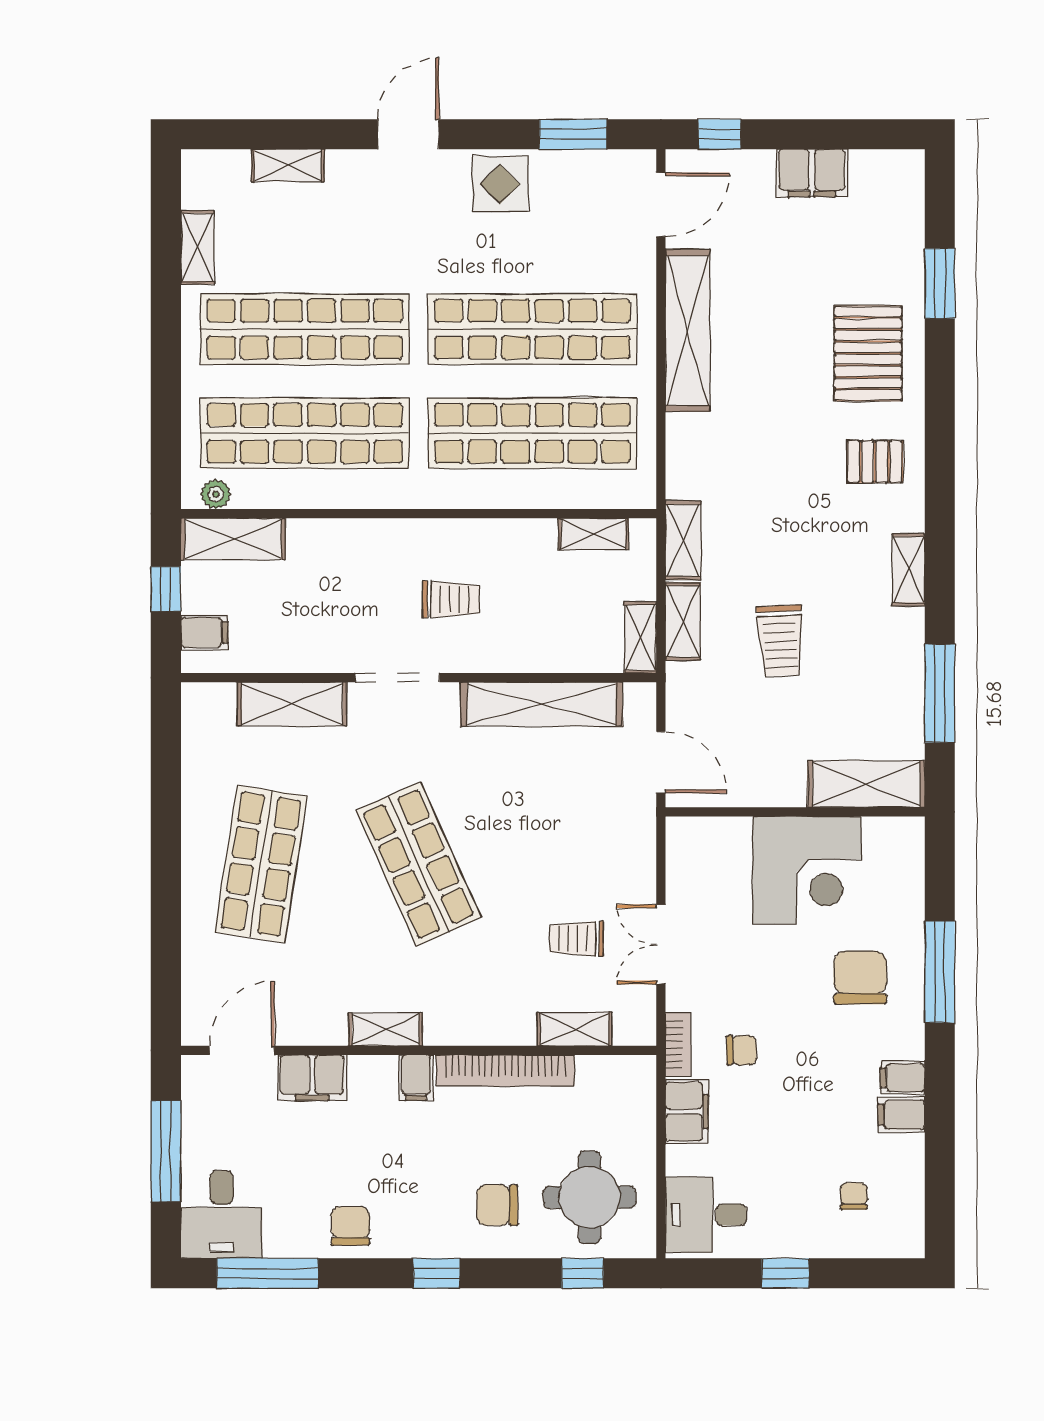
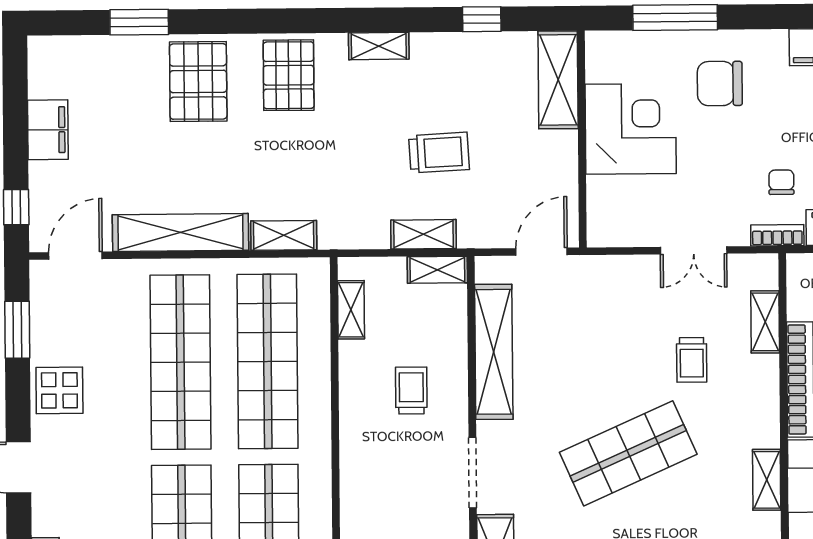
door: (661, 205) -> (75, 256), hinge flipped
pallet: (868, 353) -> (198, 81), turned 90
pallet: (875, 462) -> (289, 75), width x1.50, depth x1.42
shelving: (683, 540) -> (284, 235), moved
trolley: (451, 599) -> (411, 391), moved
window: (940, 693) -> (482, 19), width x0.46
trolley: (577, 939) -> (692, 360), moved
window: (940, 972) -> (675, 17), moved

